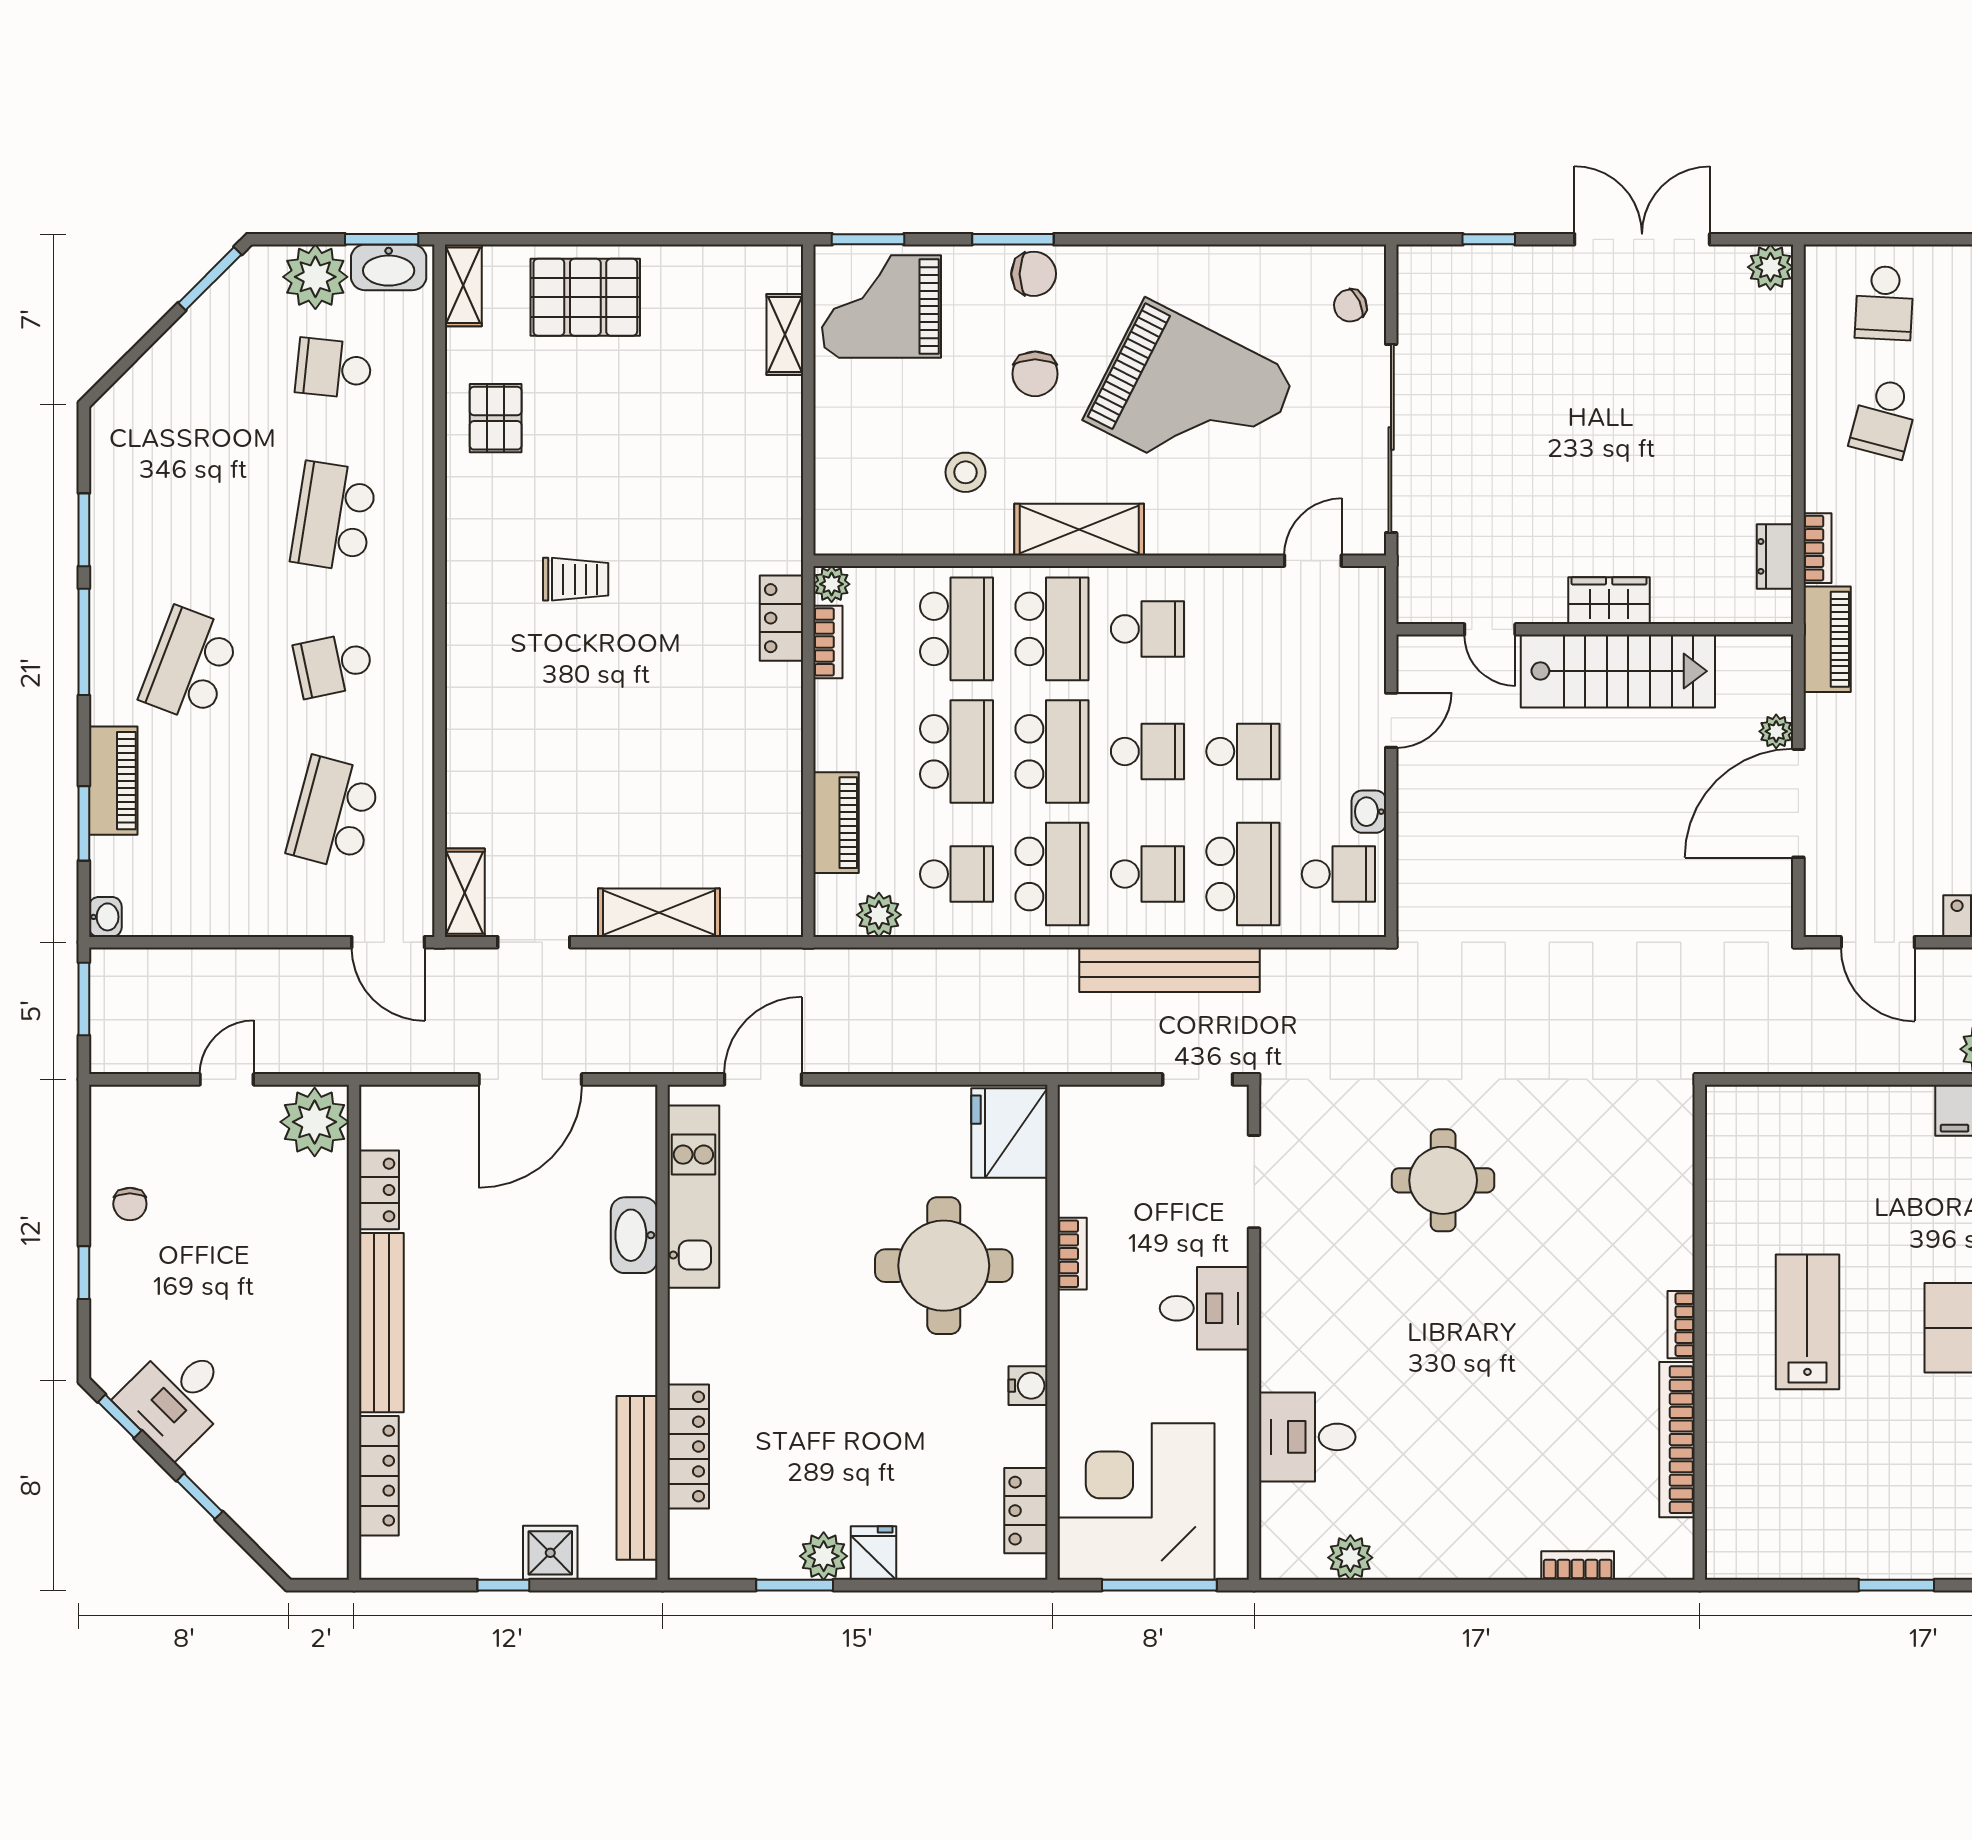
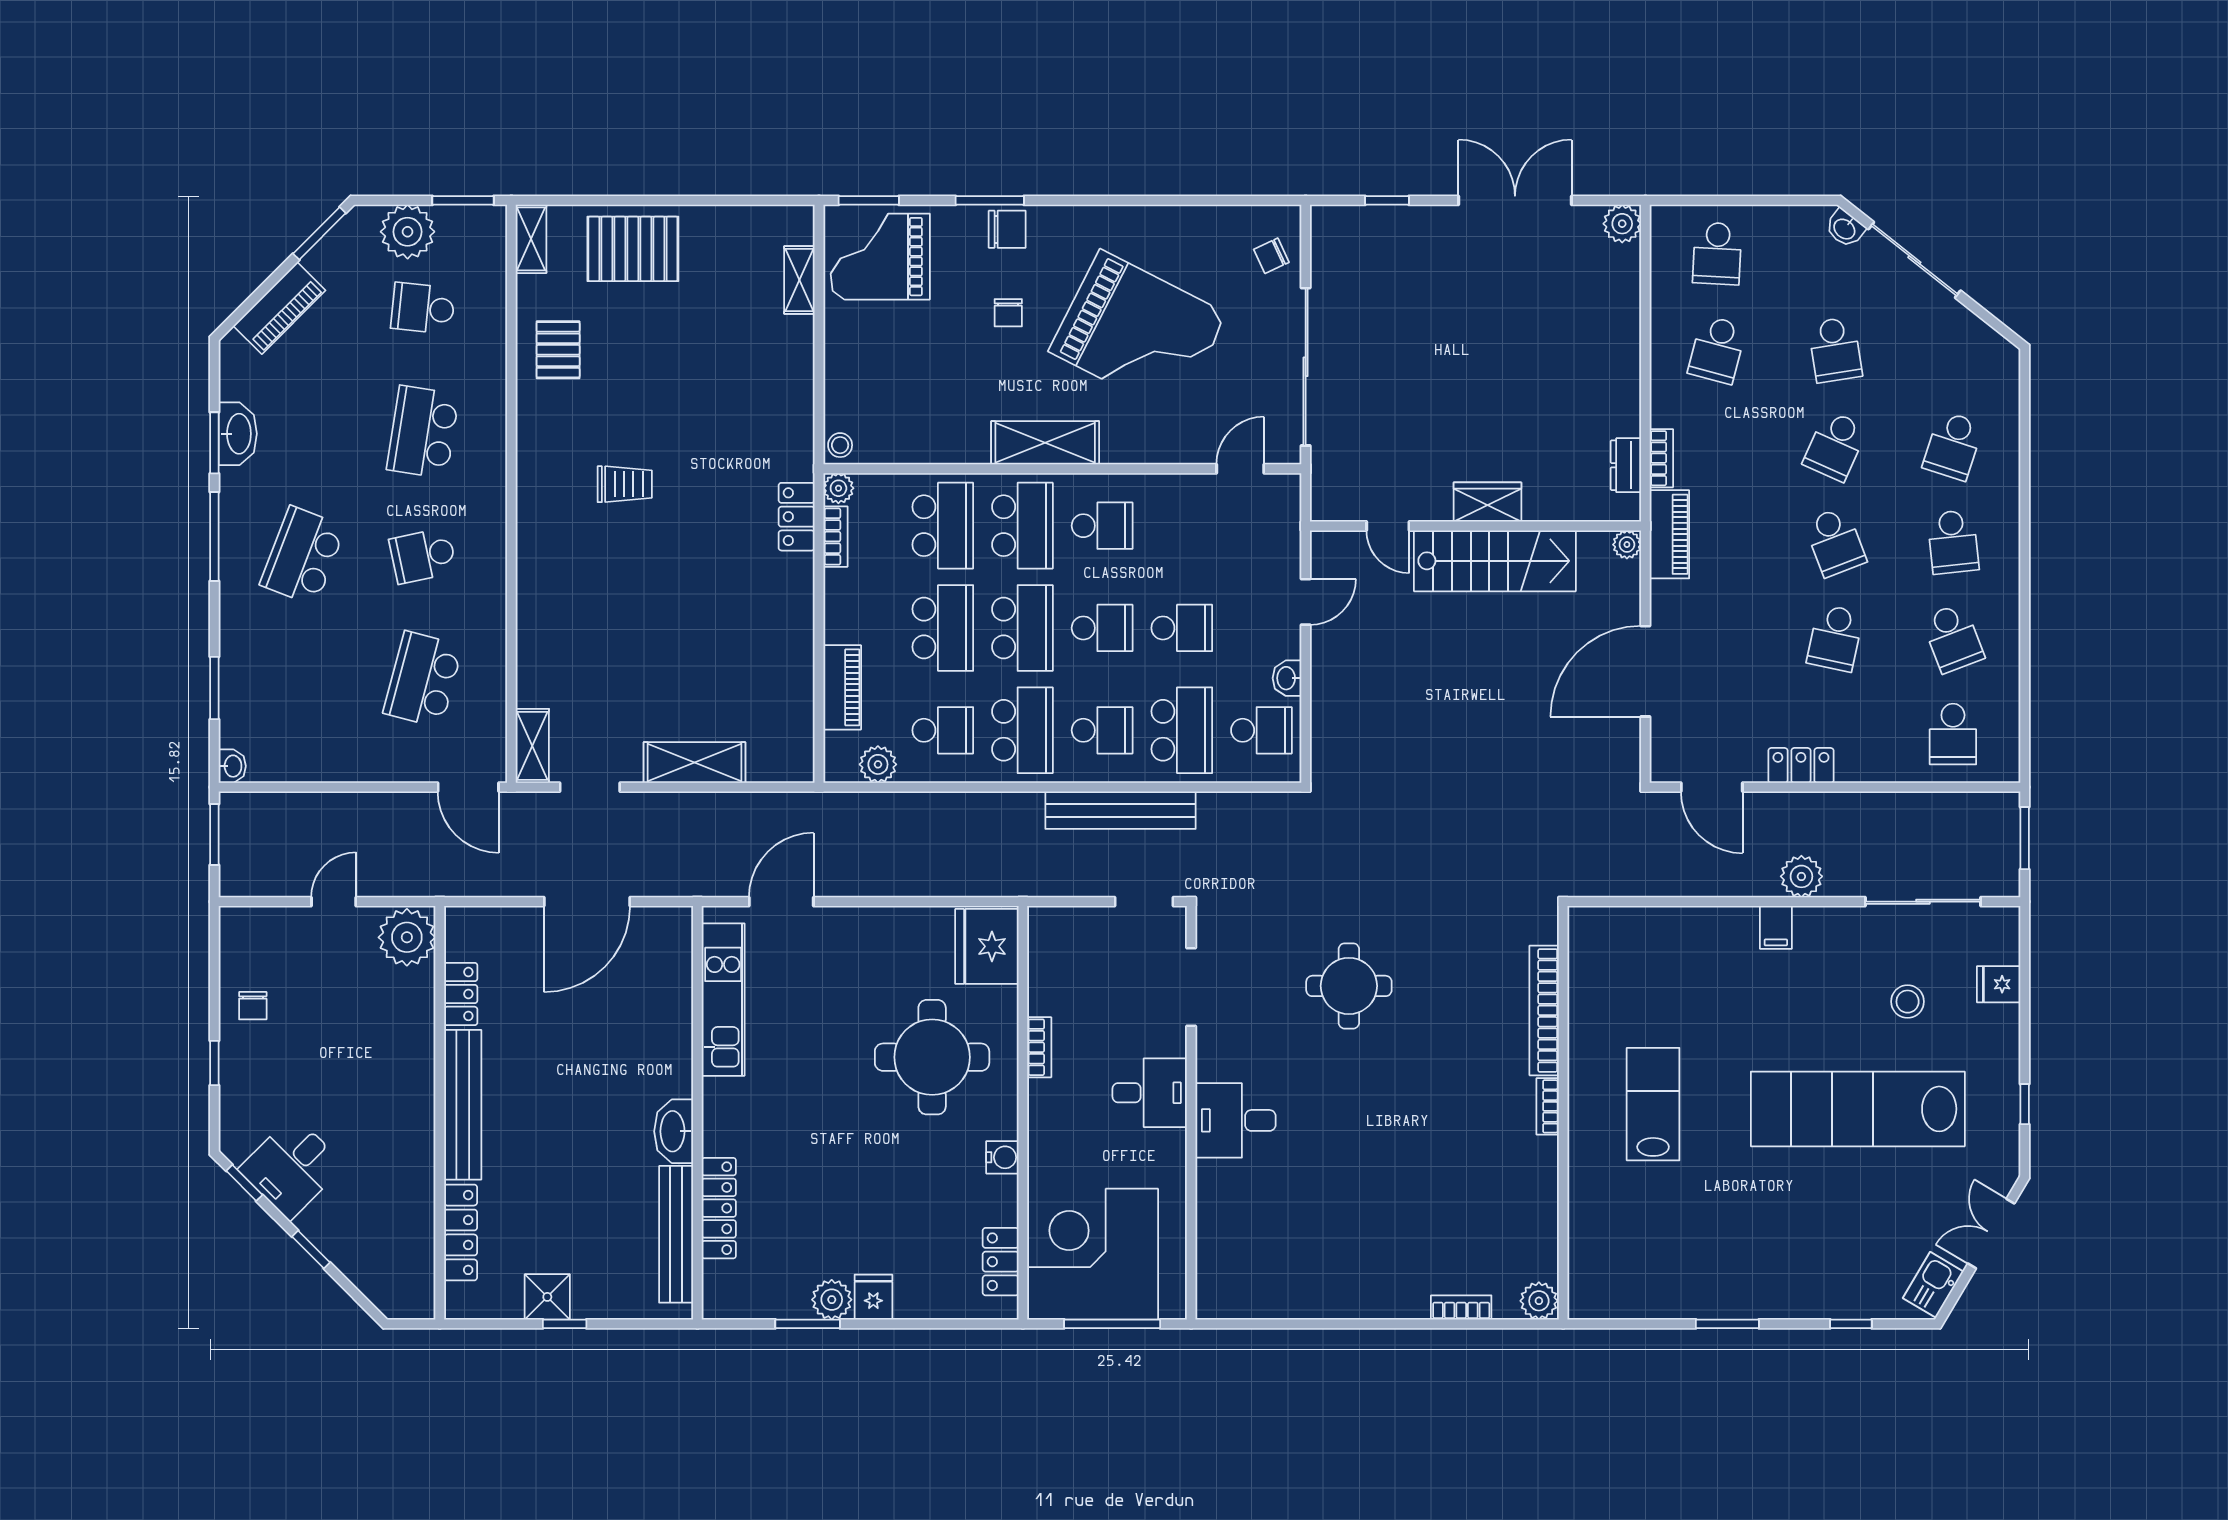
washbasin: (389, 267) -> (238, 434), moved, turned -90
chair: (1035, 374) -> (1008, 313), width x0.73, depth x0.73
stool: (966, 472) -> (840, 445), moved, width x0.73, depth x0.73
plant: (1776, 731) -> (1627, 545), moved
piano: (113, 781) -> (279, 308), moved, turned 45
washbasin: (634, 1235) -> (674, 1131), moved
desk: (1307, 1437) -> (1236, 1120), moved
bookcase: (1677, 1440) -> (1544, 1010), moved
shower: (550, 1553) -> (547, 1297), moved
plant: (1350, 1558) -> (1539, 1301), moved

